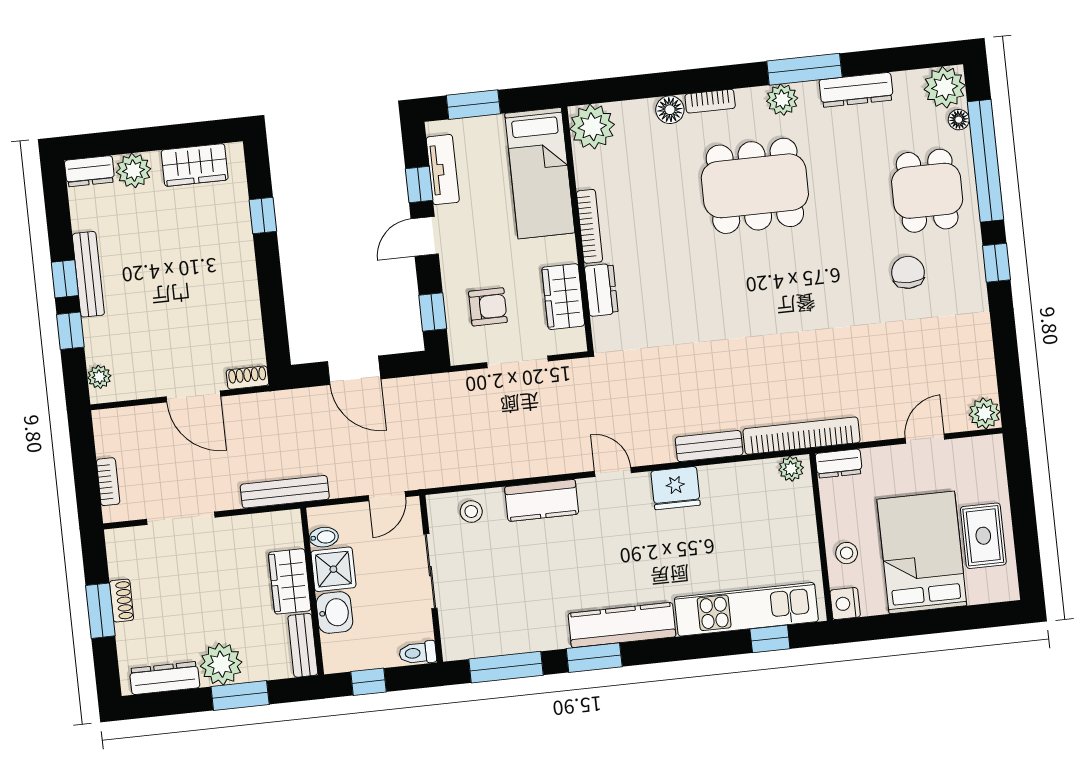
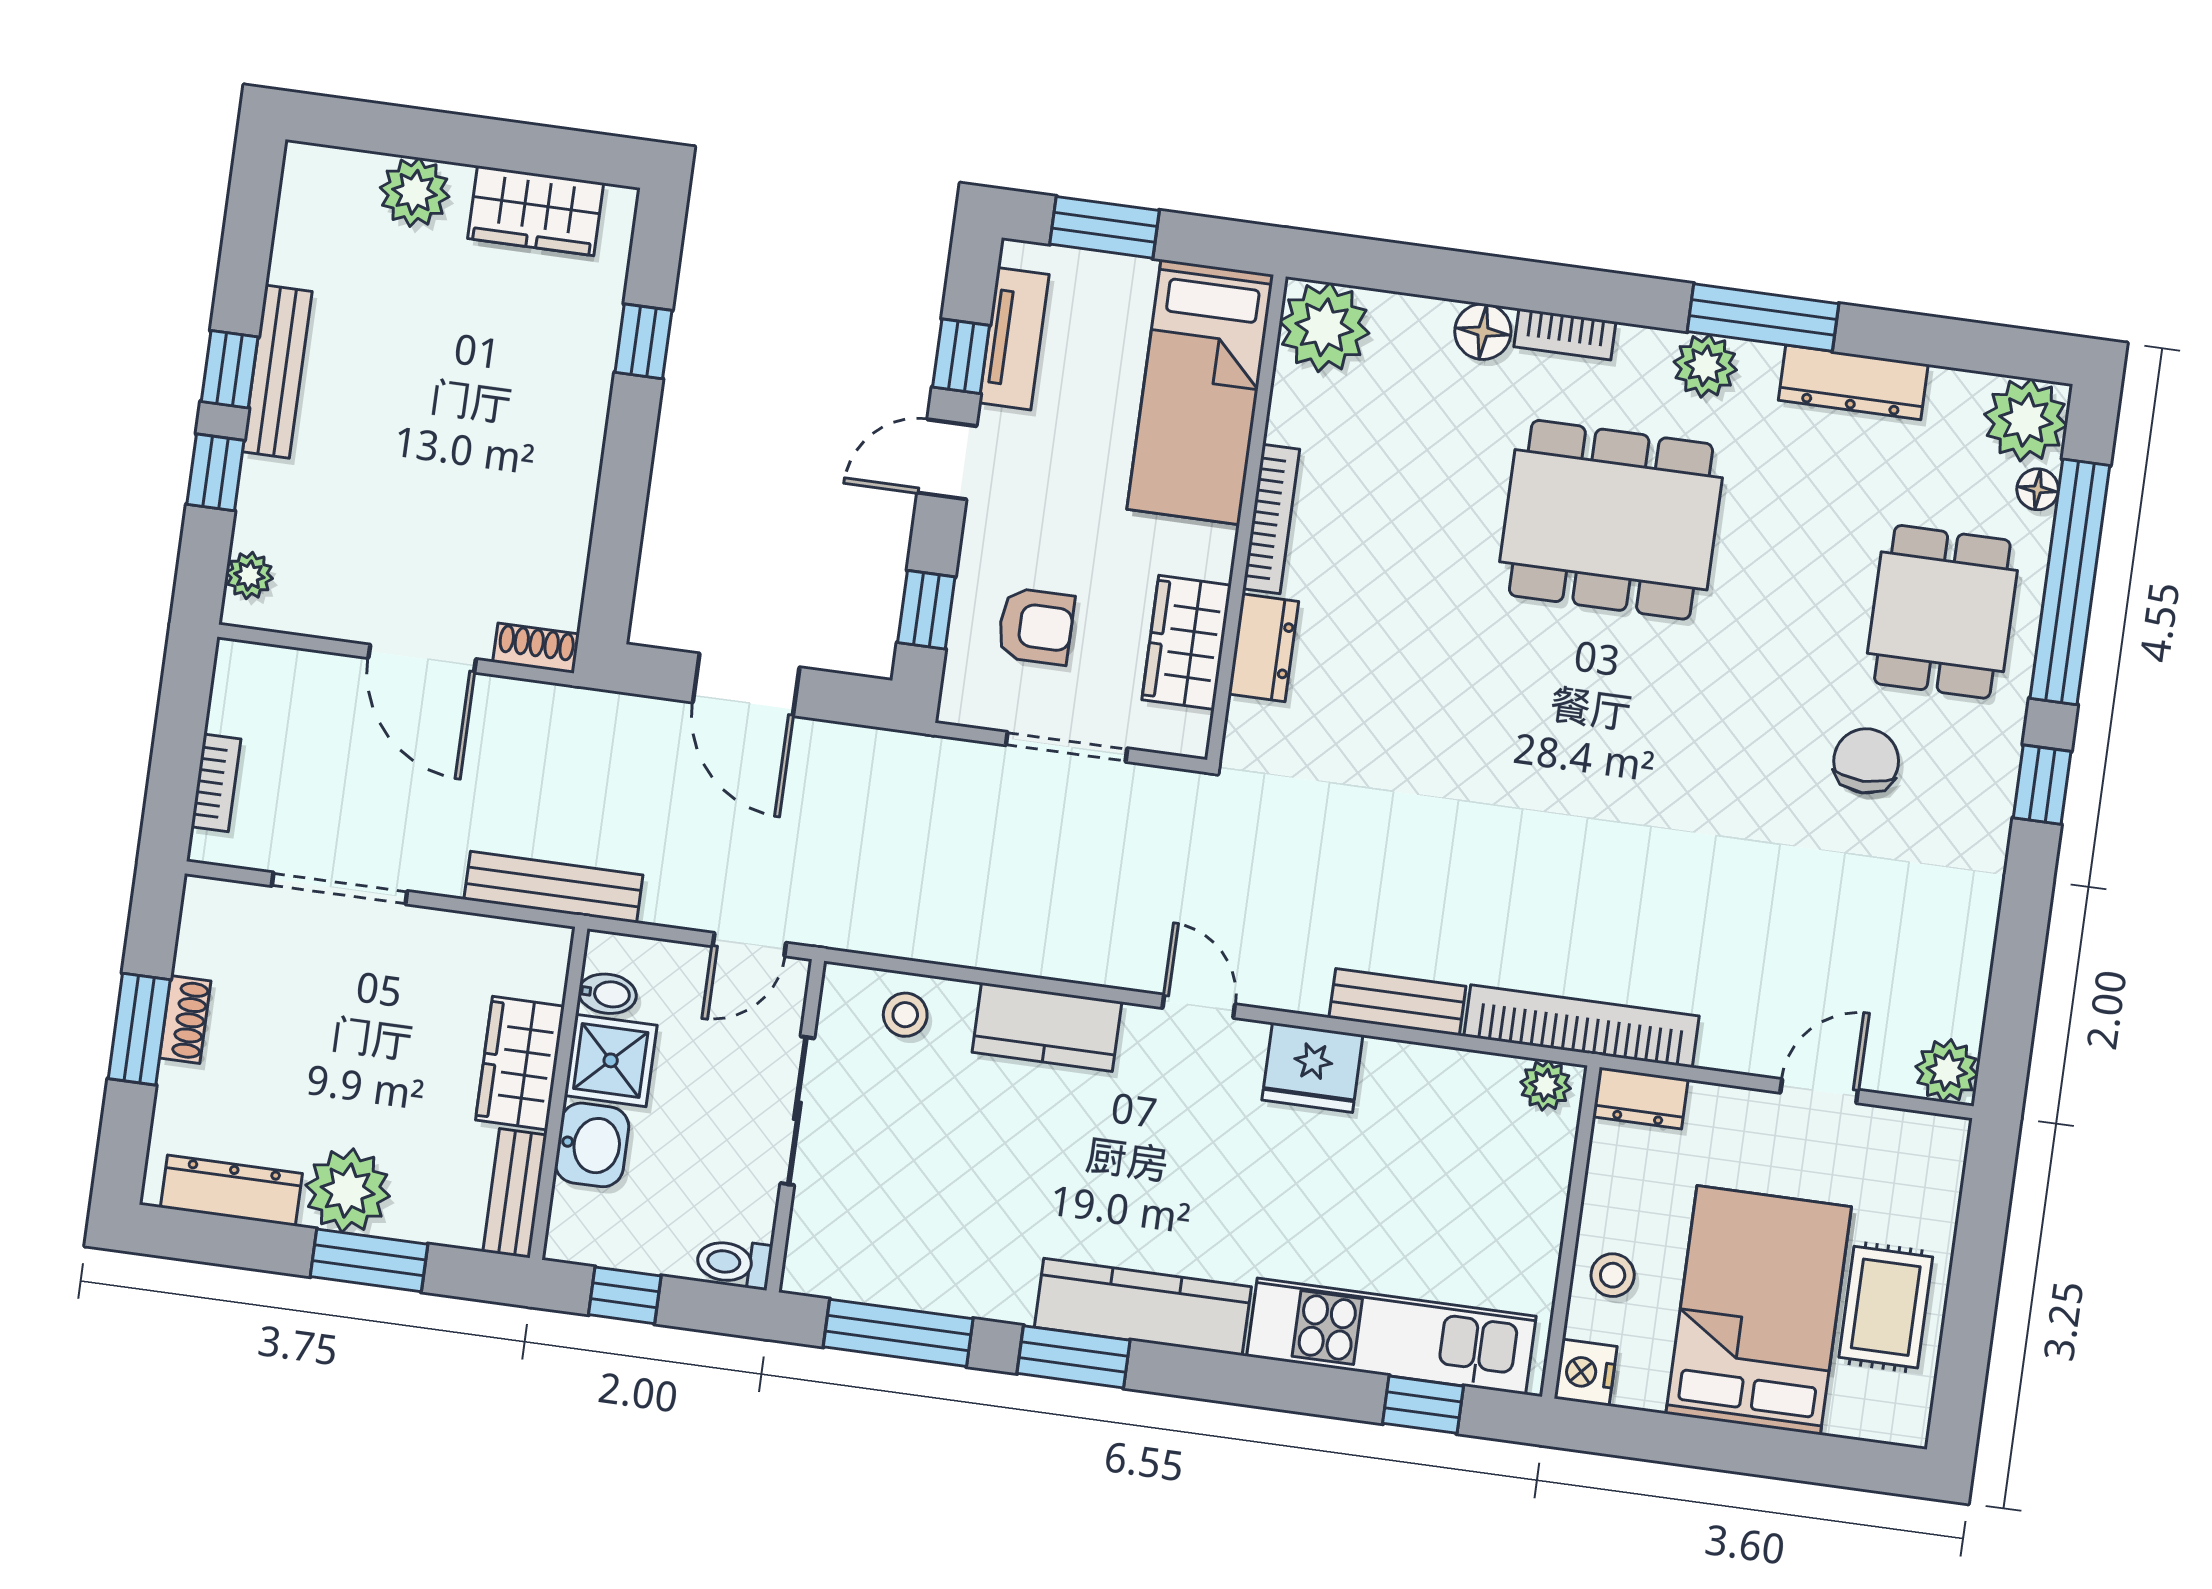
dresser: (90, 171) -> (329, 172), removed

